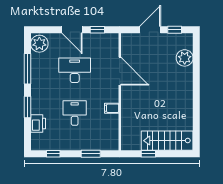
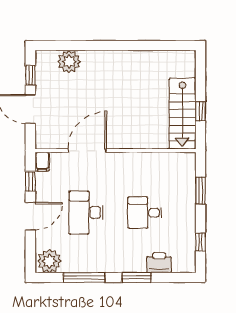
filing cabinet: (112, 108) -> (42, 162), moved
stairs: (167, 141) -> (182, 114), moved

